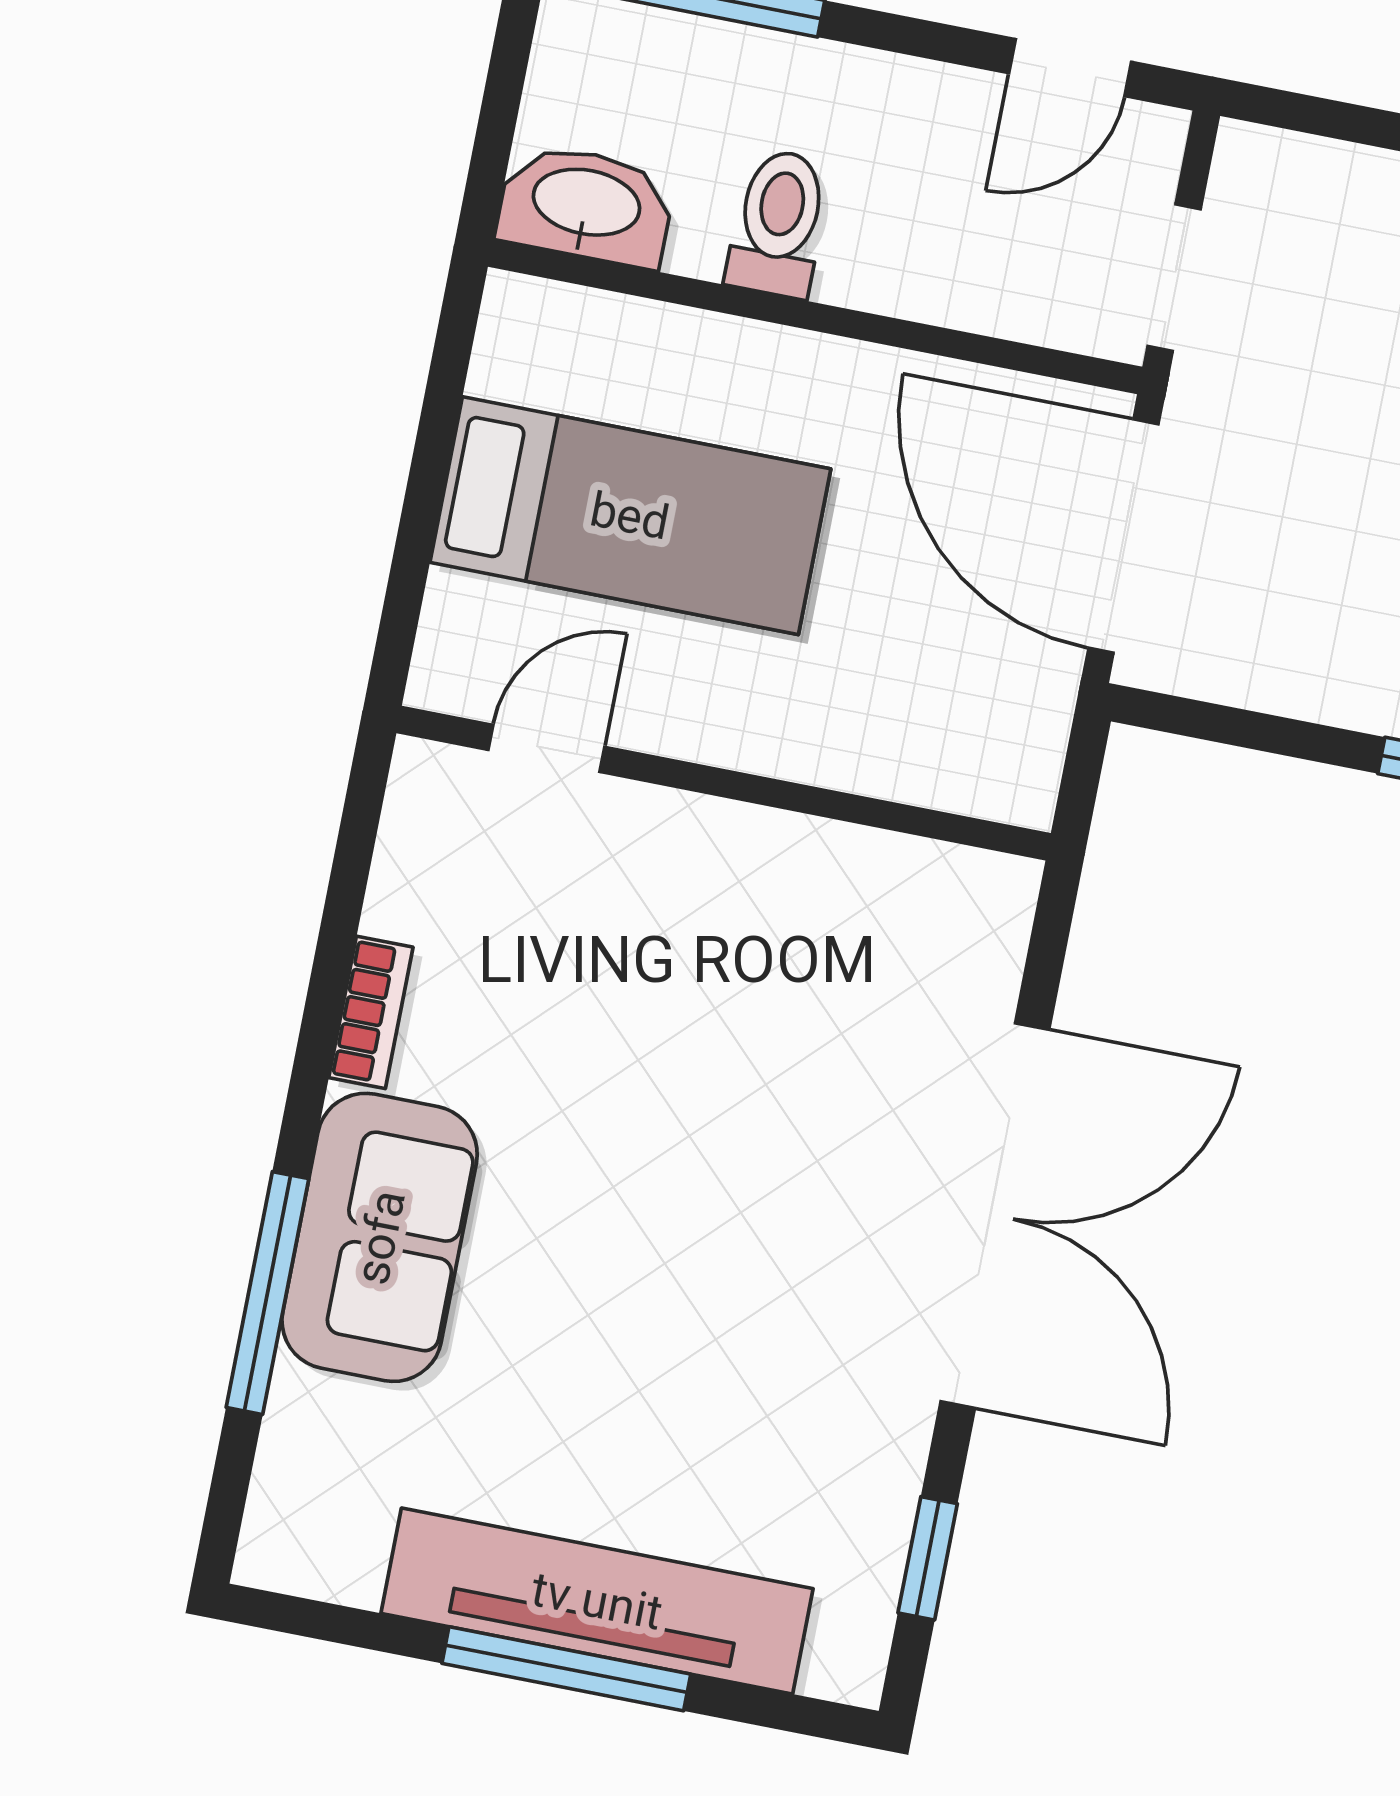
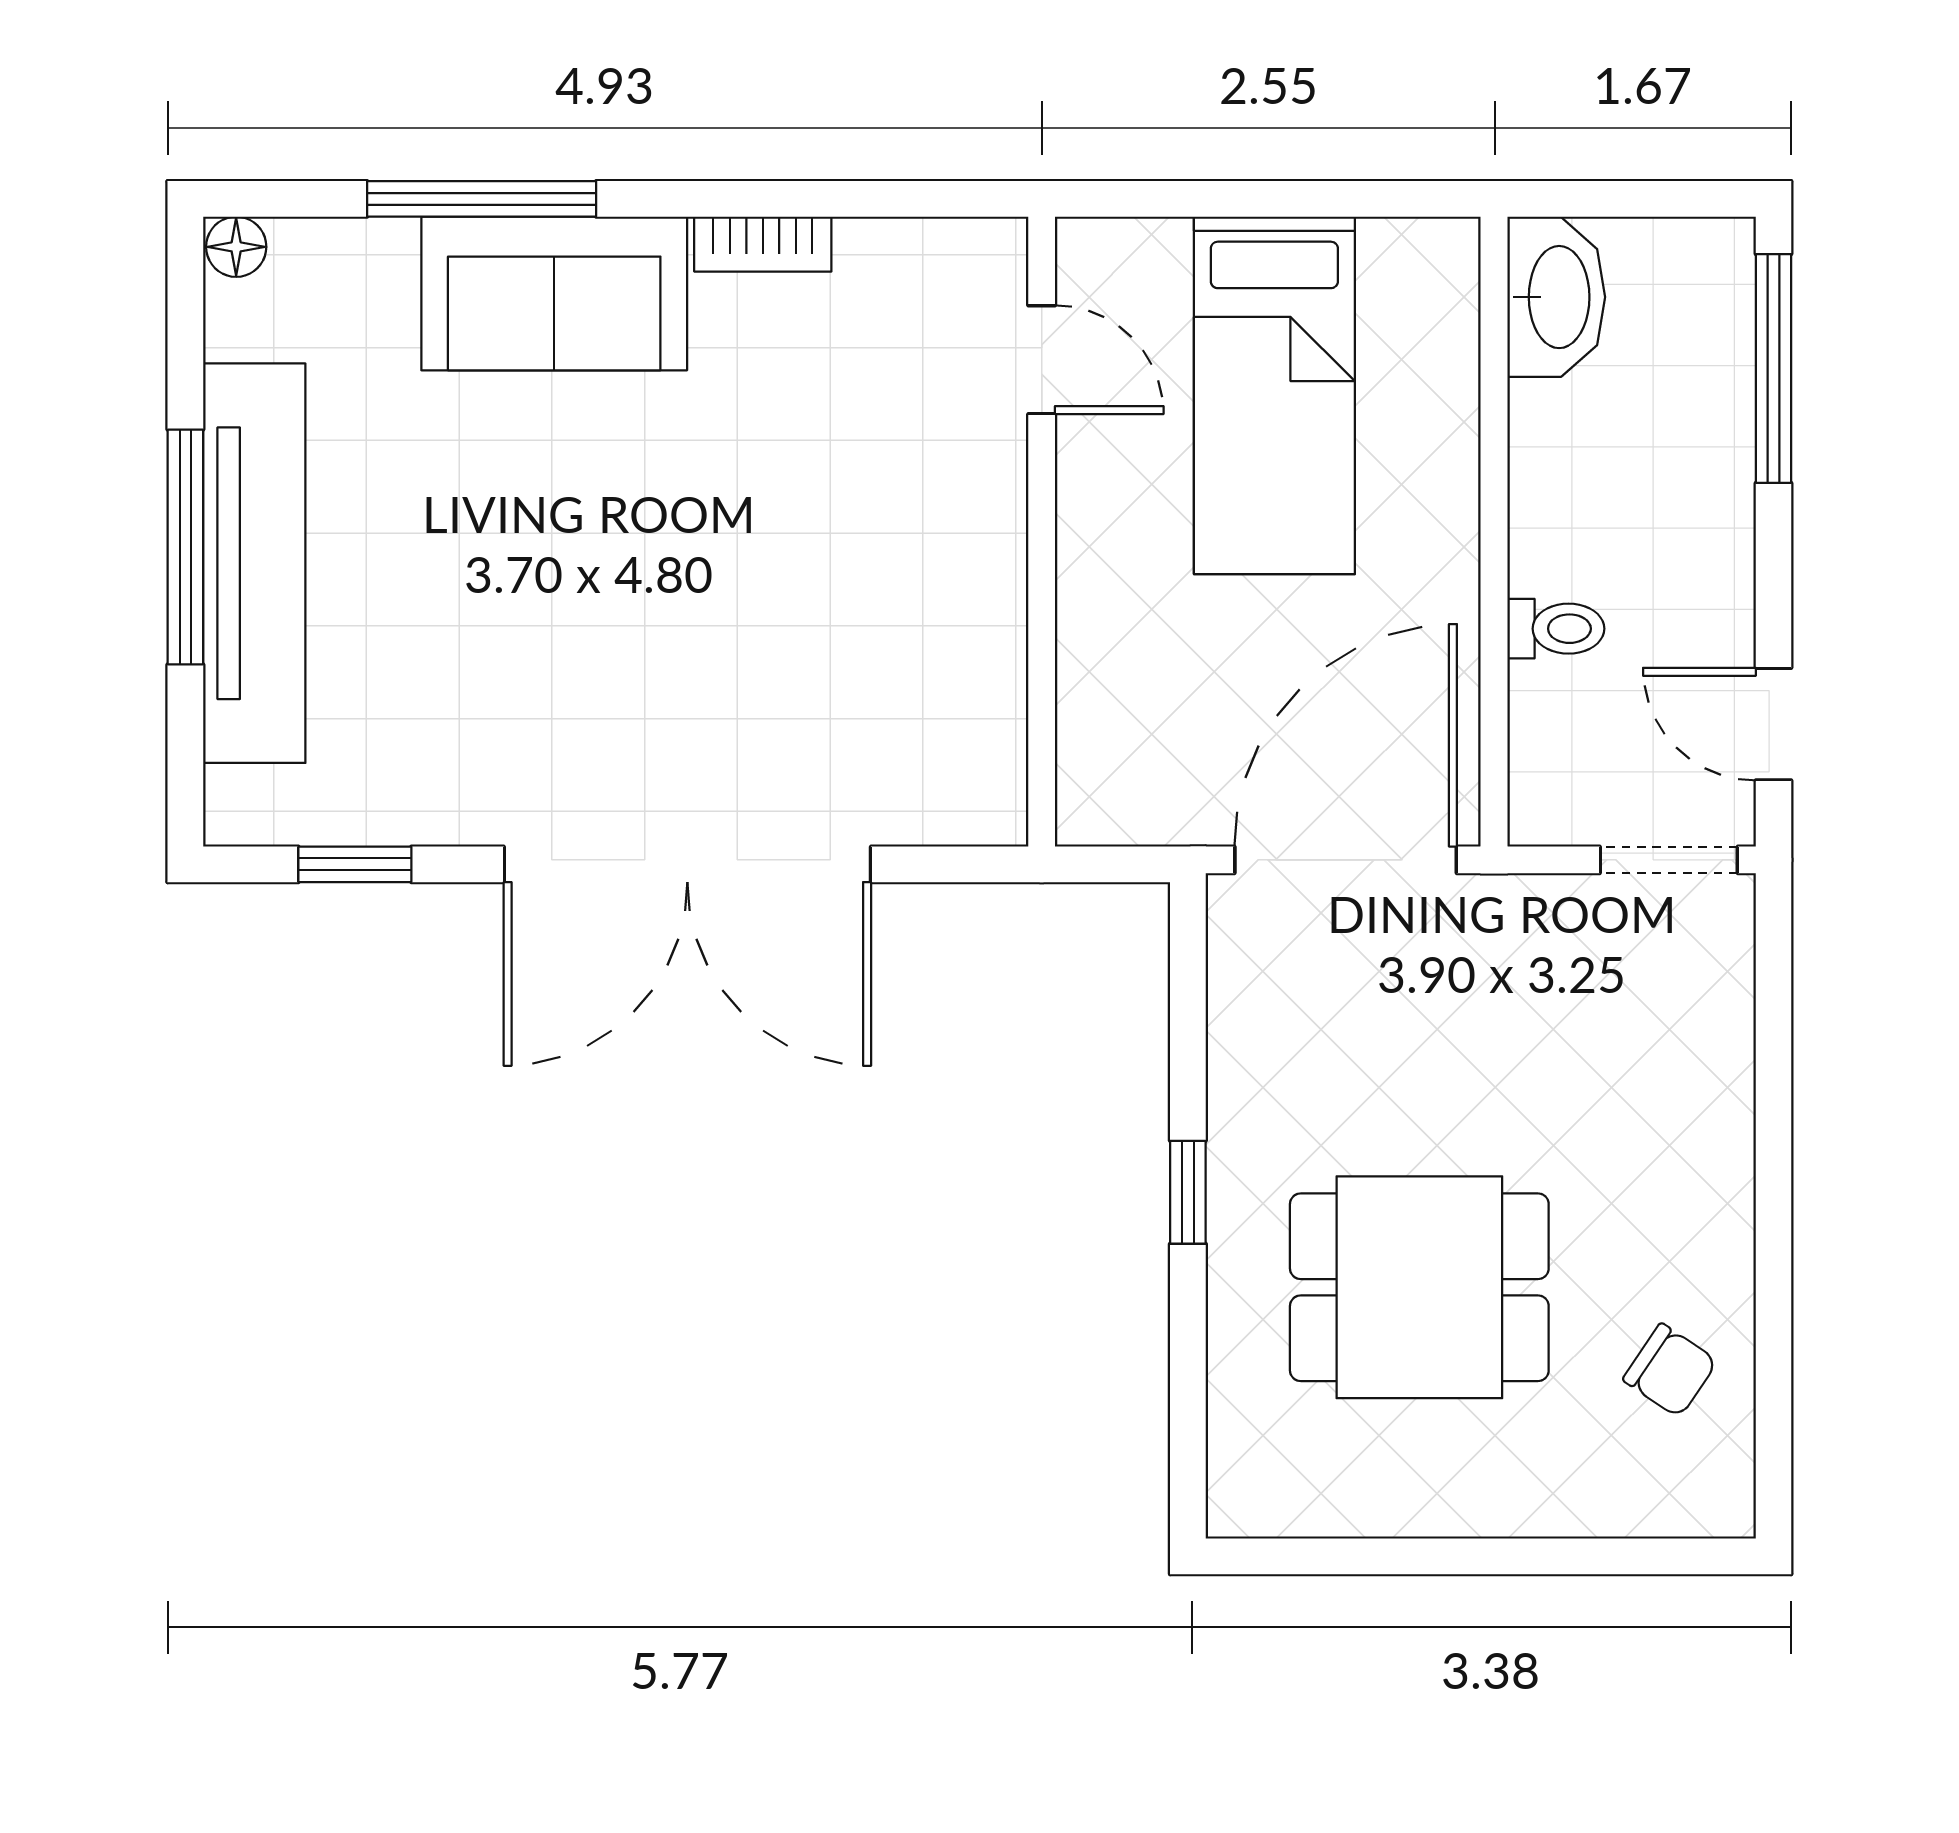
toilet: (778, 223) -> (1556, 629), moved, width x0.73, depth x0.72
doorway: (1174, 278) -> (1669, 860), moved
floor lamp: (267, 1556) -> (236, 247), added

